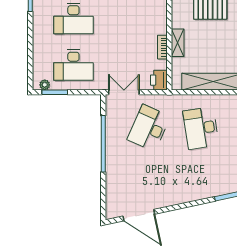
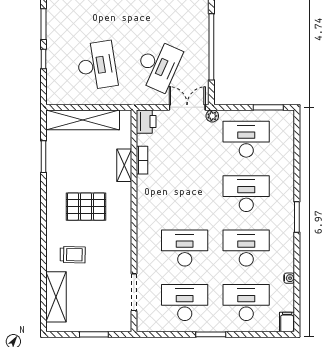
plant: (45, 85) -> (212, 116), moved
double door: (124, 92) -> (187, 107), swing flipped

